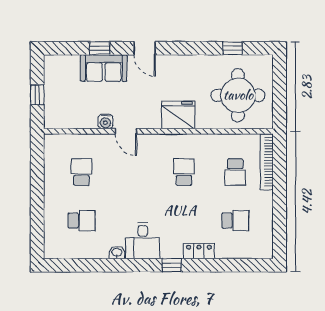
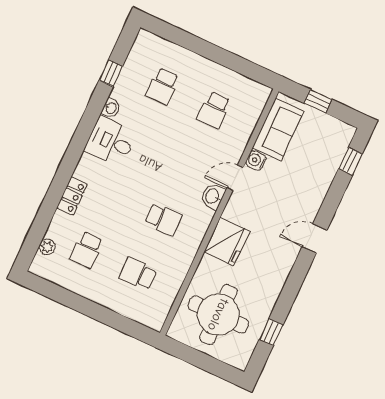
window: (100, 48) -> (350, 161), moved
sofa: (104, 68) -> (278, 130), moved, turned 180
washbasin: (149, 142) -> (213, 196), added
bookcase: (267, 162) -> (133, 312), removed
school desk: (81, 172) -> (214, 110), turned 90
plant: (247, 252) -> (47, 247), added
window: (172, 265) -> (111, 73), moved

